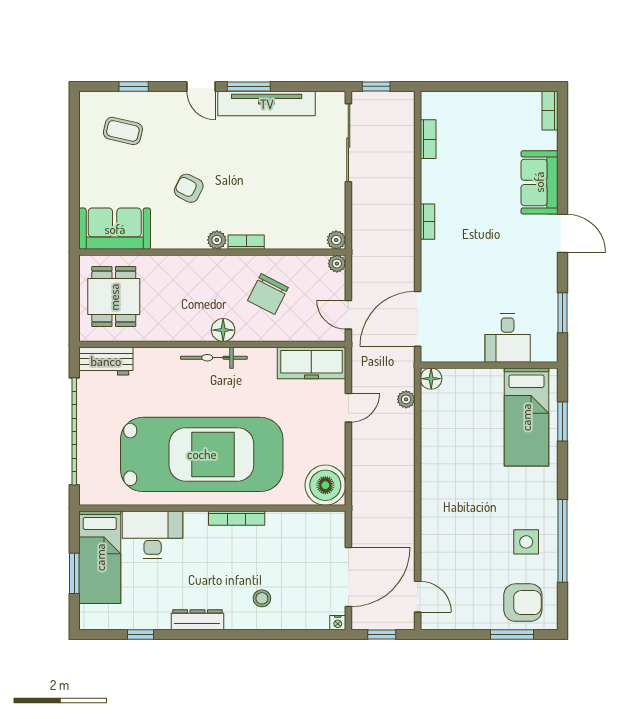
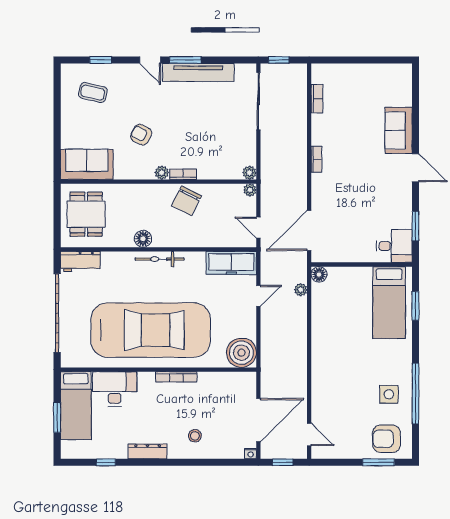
bookcase: (550, 111) -> (406, 78), removed
chair: (268, 294) -> (187, 201), moved
floor lamp: (223, 330) -> (143, 239), moved
desk: (508, 338) -> (394, 246), moved, turned -90
armchair: (523, 603) -> (386, 439), turned 180

